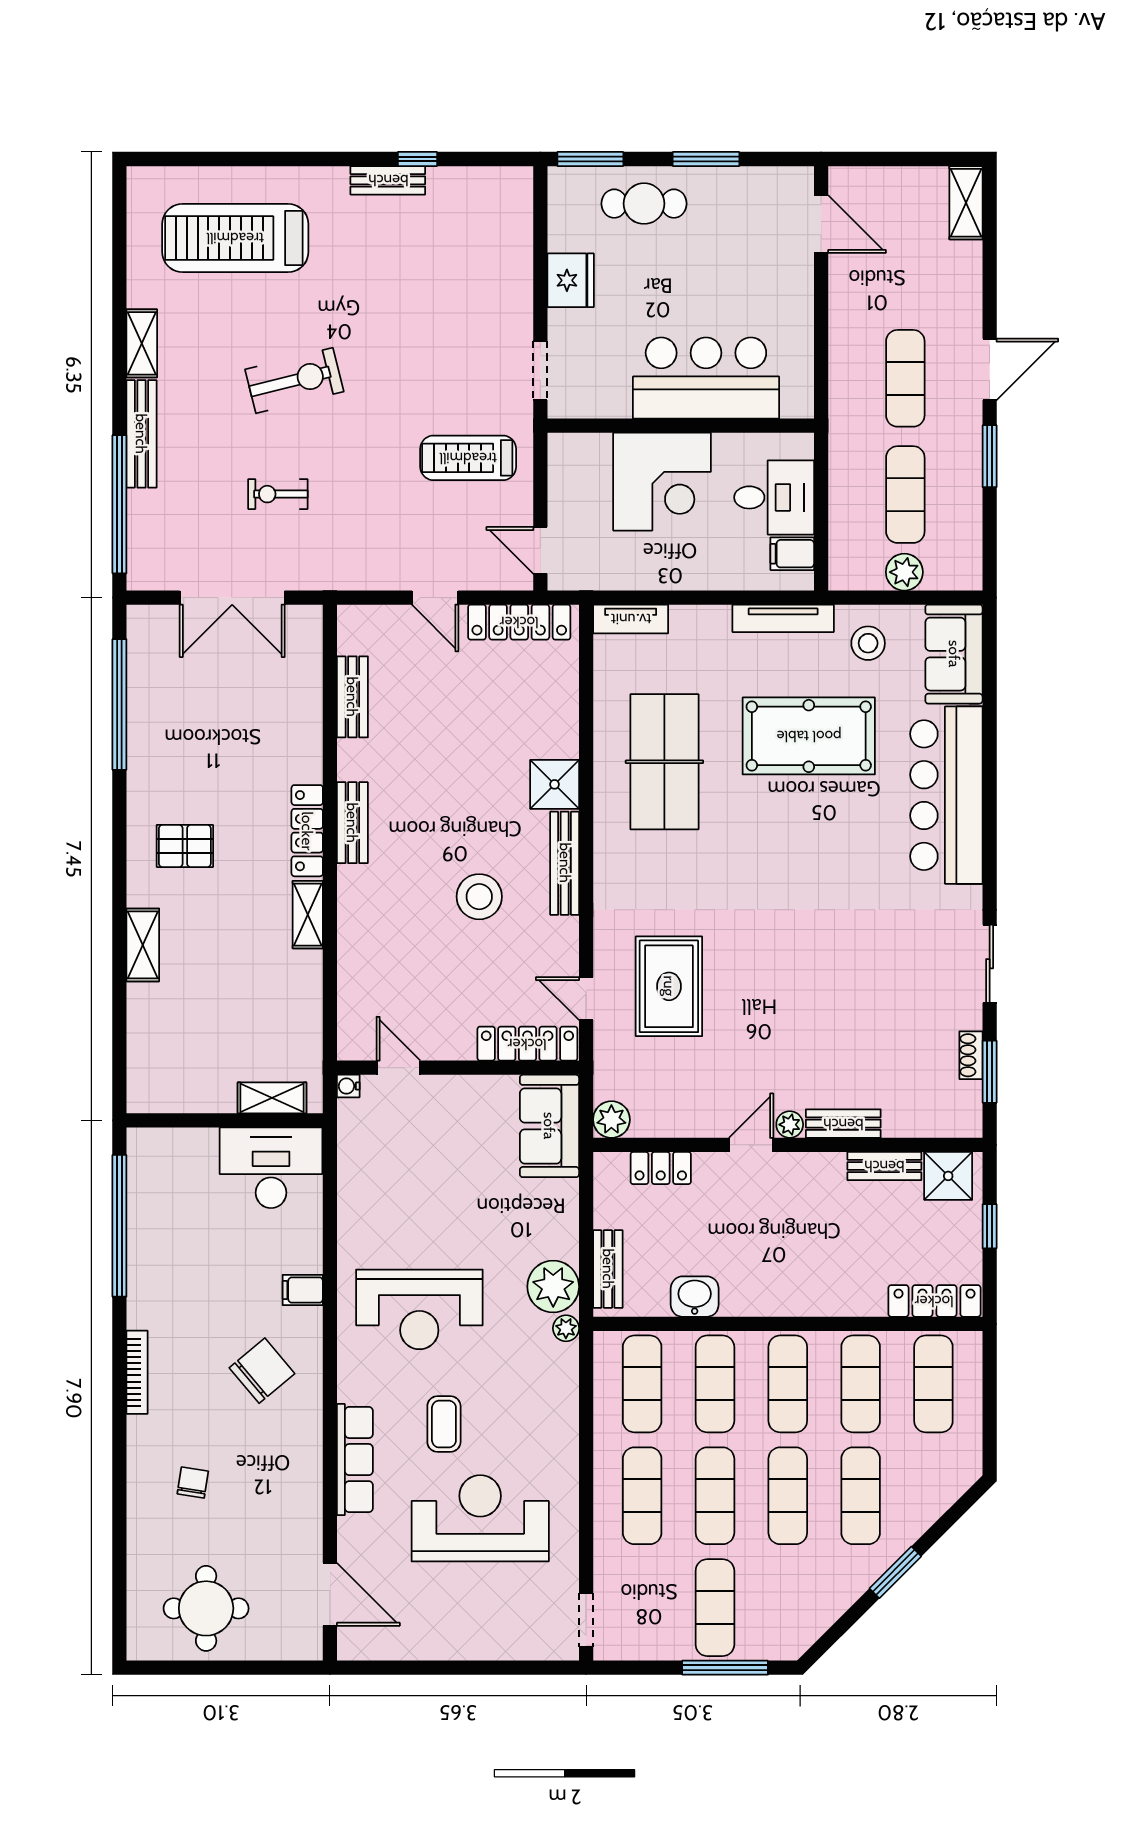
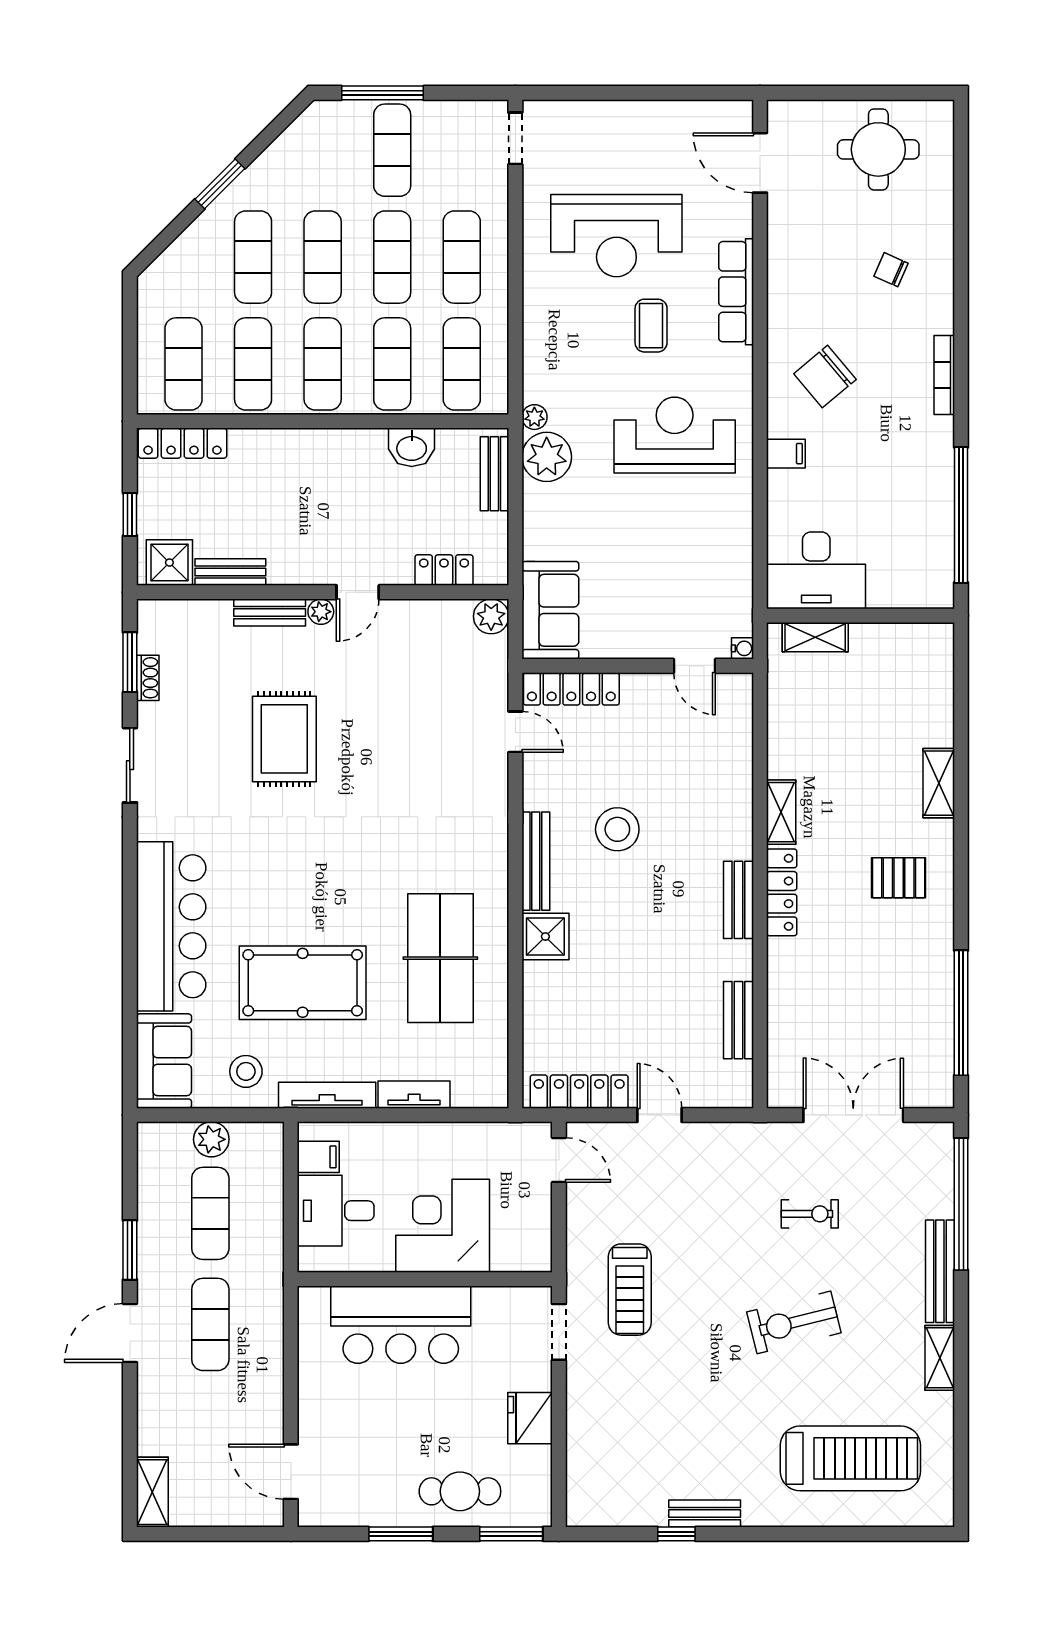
treadmill: (468, 458) -> (630, 1290), moved, turned 90
tv unit: (631, 619) -> (414, 1095), moved
rug: (669, 986) -> (284, 739), moved
chair: (193, 1483) -> (891, 270), turned 105

